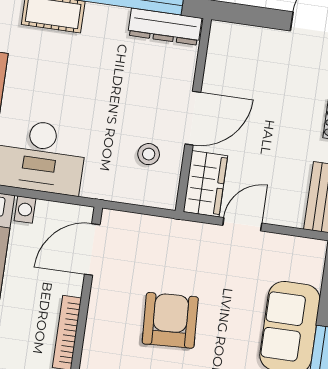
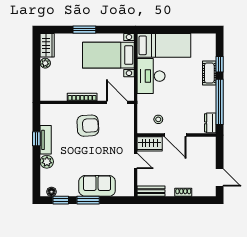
dresser: (165, 27) -> (210, 123), width x0.70
armchair: (170, 320) -> (88, 126), moved

